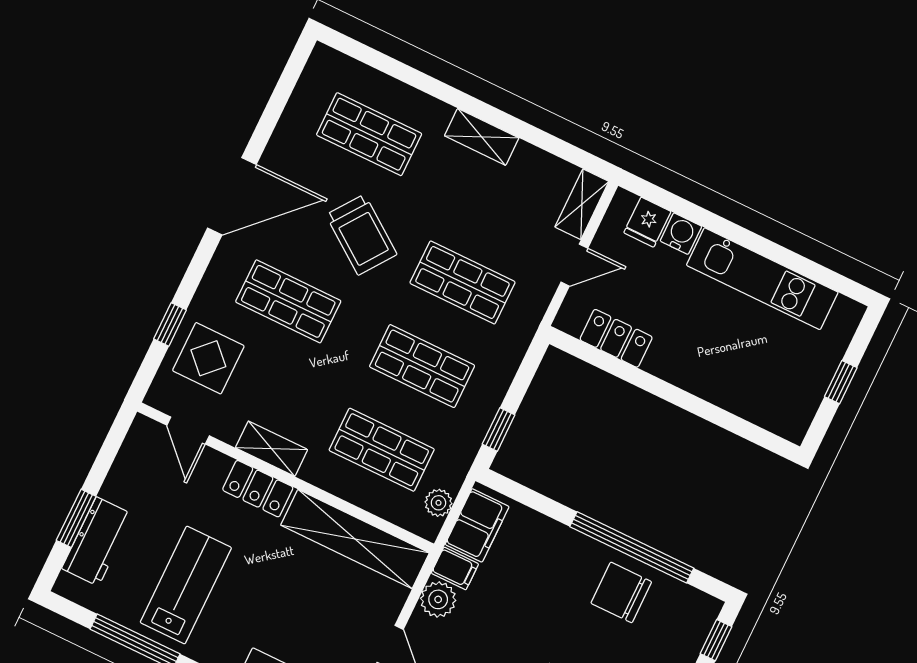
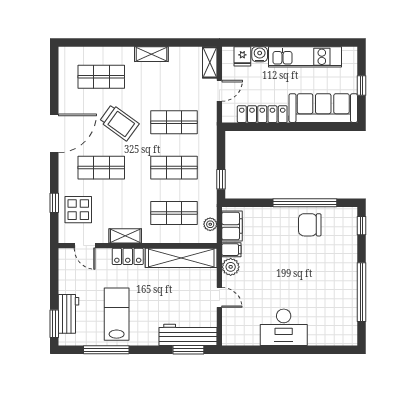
locker: (616, 338) -> (262, 114), width x1.53
sofa: (750, 389) -> (323, 108), added
window: (76, 518) -> (54, 324), moved

